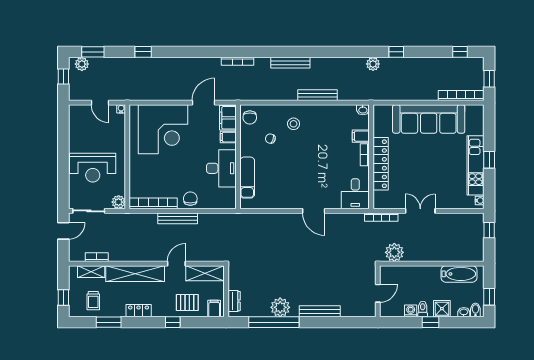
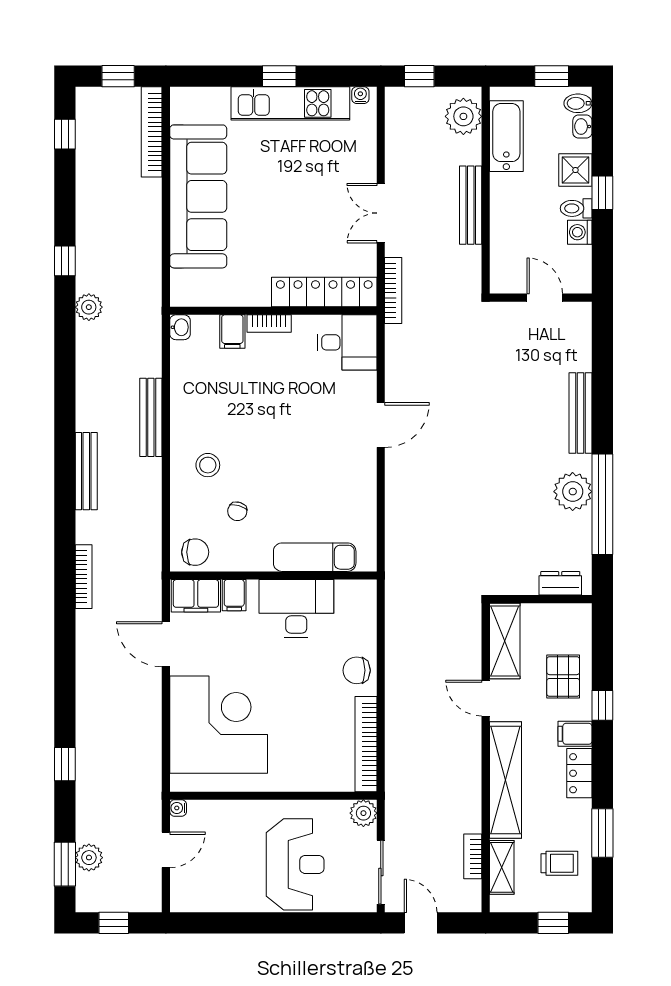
plant: (82, 64) -> (89, 858), moved
locker: (381, 164) -> (324, 292), moved
bench: (178, 218) -> (471, 205), moved
plant: (394, 252) -> (463, 116), moved
filing cabinet: (214, 308) -> (575, 734), moved

